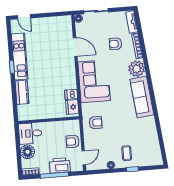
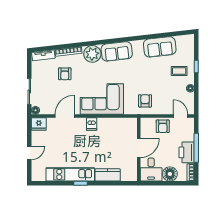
door: (24, 17) -> (29, 153), moved
dishwasher: (71, 94) -> (92, 124), moved
sofa: (142, 97) -> (117, 51), width x0.73
fridge: (72, 107) -> (39, 124), moved
door: (50, 120) -> (139, 148), added
sofa: (148, 133) -> (160, 47), added
printer: (60, 165) -> (187, 152), moved

